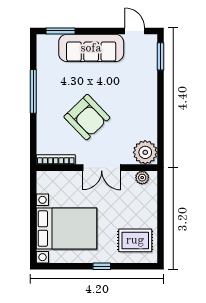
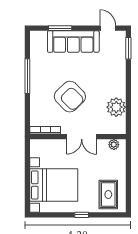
window: (60, 31) -> (60, 28), moved
plant: (145, 152) -> (116, 107), moved
rug: (135, 240) -> (108, 195), turned 90

